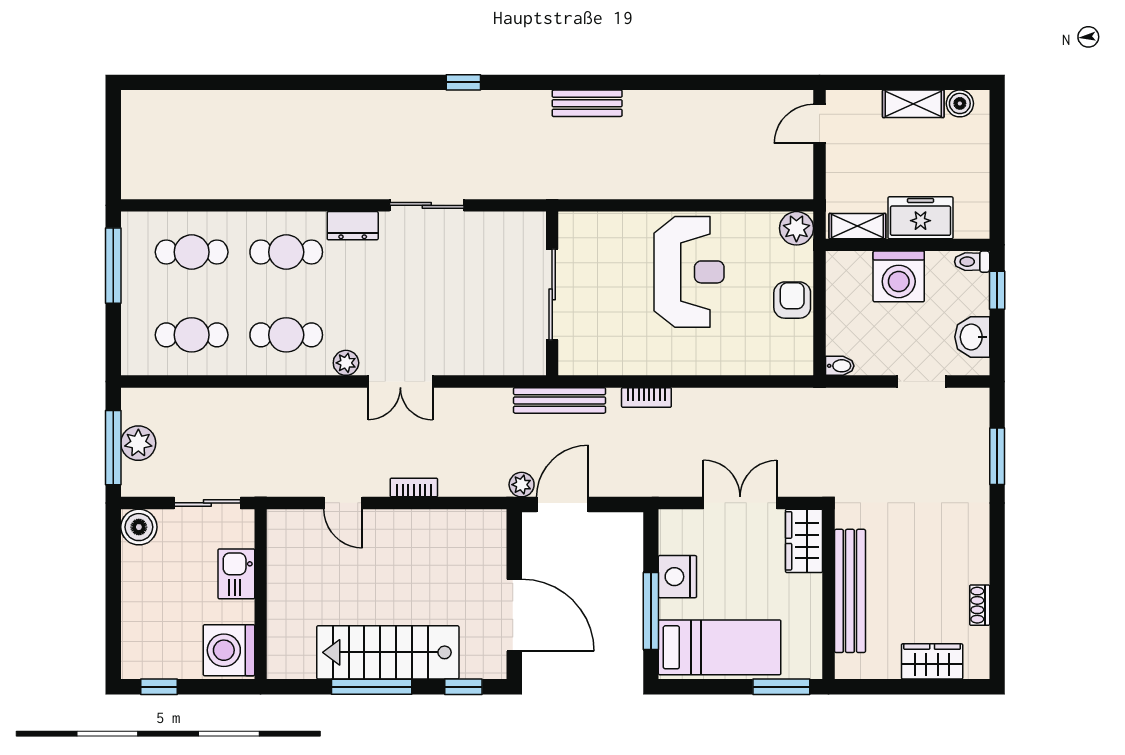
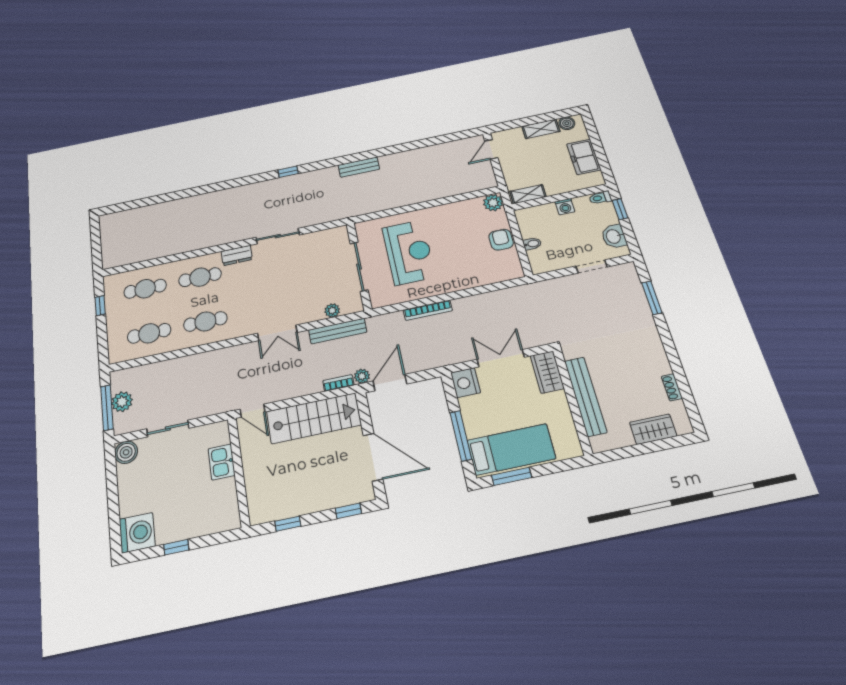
freezer: (921, 218) -> (584, 157), moved, turned -90
window: (113, 266) -> (100, 306), width x0.46
reception desk: (689, 272) -> (409, 252), moved
washing machine: (899, 276) -> (565, 207), width x0.53, depth x0.53
plant: (346, 363) -> (332, 310), moved
bidet: (840, 366) -> (532, 244), moved
bookcase: (646, 397) -> (428, 310), width x1.56
bench: (560, 400) -> (338, 331), moved
bookcase: (414, 487) -> (338, 383), moved
kitchen sink: (236, 574) -> (222, 462), moved
nightstand: (677, 577) -> (466, 383), moved
wall: (261, 594) -> (239, 472), moved
washing machine: (229, 650) -> (137, 533), moved, turned 180
stairs: (388, 652) -> (314, 418), moved, turned 180
window: (159, 687) -> (176, 547), moved
window: (372, 687) -> (288, 524), width x0.46
window: (781, 687) -> (512, 476), moved

